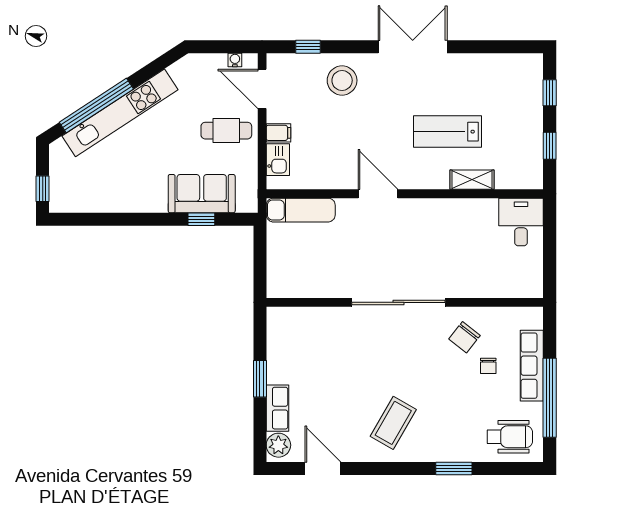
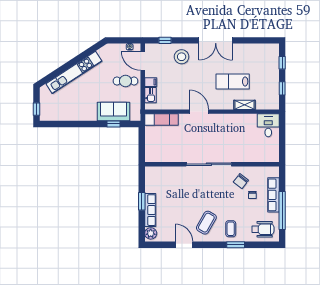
double door: (413, 47) -> (216, 40), swing flipped
window: (96, 106) -> (63, 69), removed
row of seats: (277, 408) -> (150, 210), width x1.48
coffee table: (444, 436) -> (231, 229), added
door: (323, 469) -> (184, 245), moved

